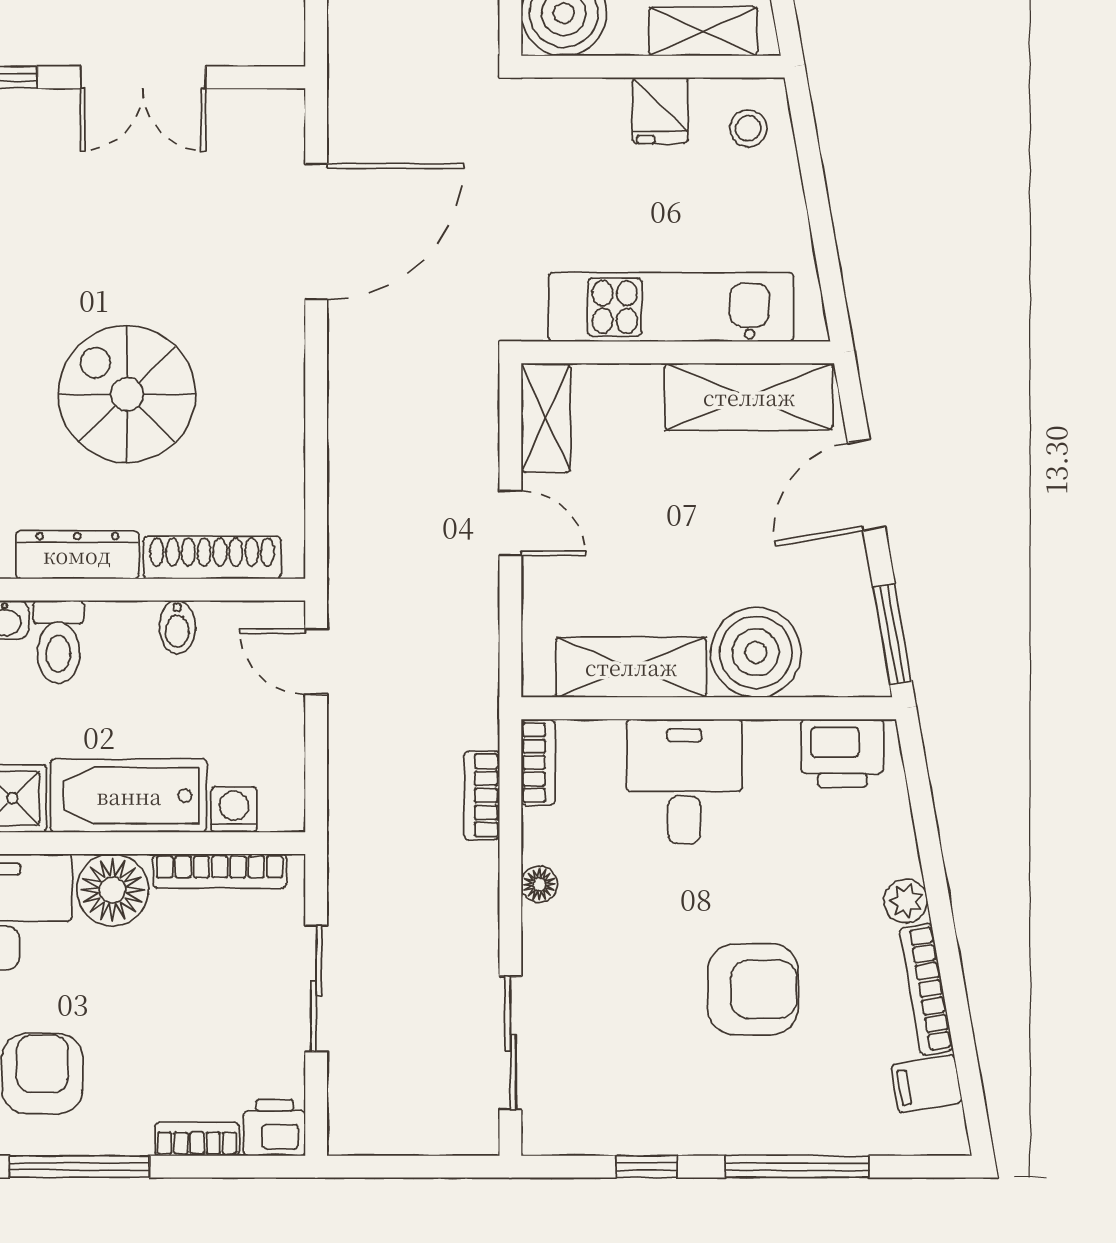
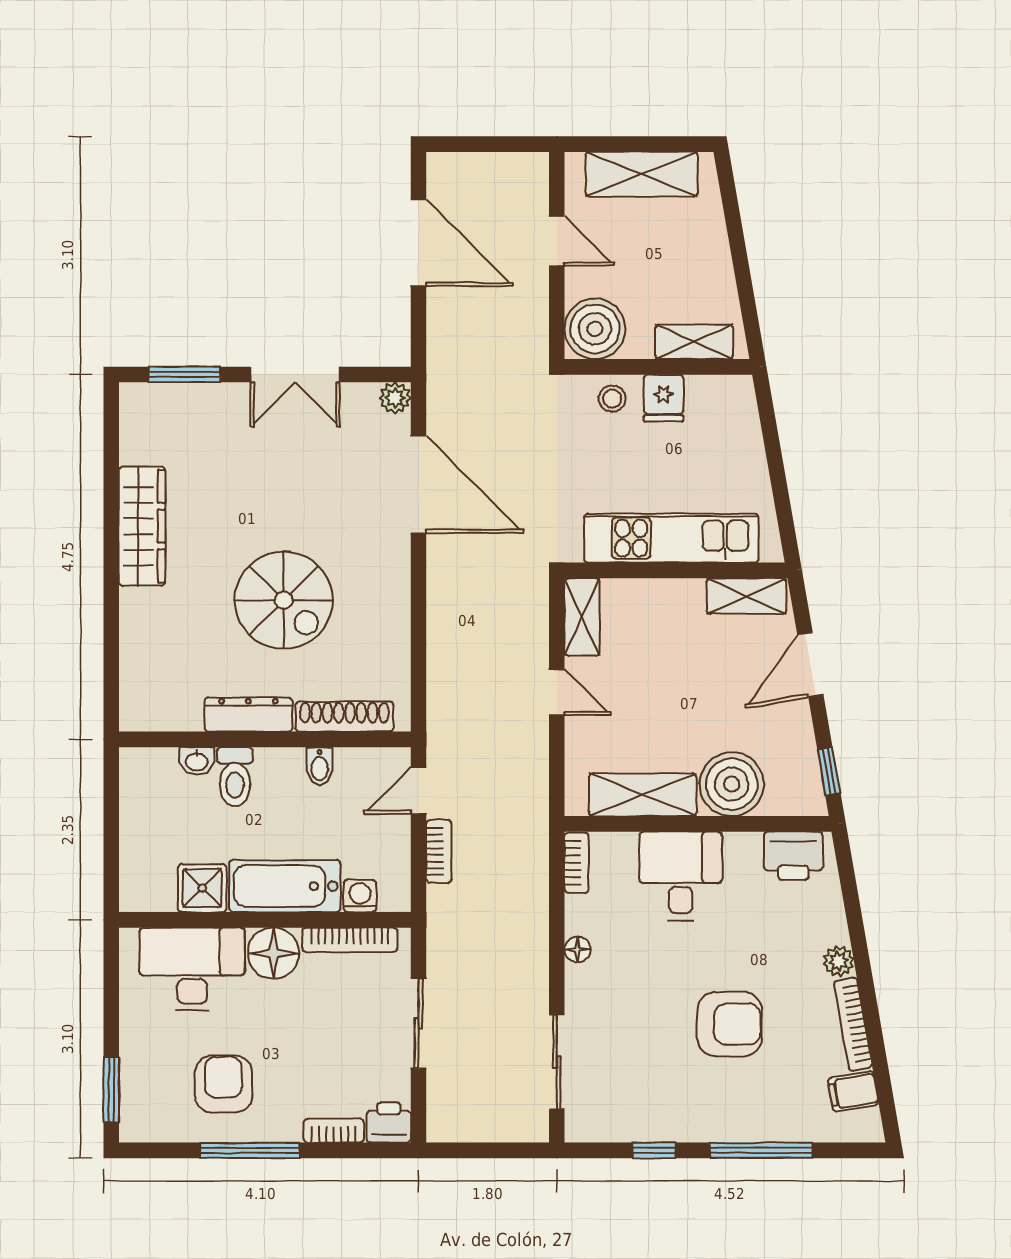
plant: (283, 110) -> (395, 398), added
stool: (748, 128) -> (612, 399), moved
door: (316, 232) -> (419, 484), hinge flipped
spiral stairs: (127, 394) -> (284, 600), turned 180
shelving: (749, 397) -> (746, 596), width x0.67, depth x0.75
window: (892, 634) -> (829, 771), width x0.67
door: (316, 662) -> (419, 791), hinge flipped
bookcase: (482, 795) -> (439, 851), moved, turned 180

